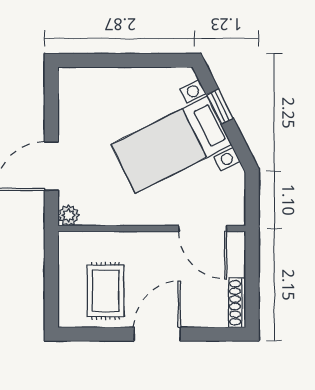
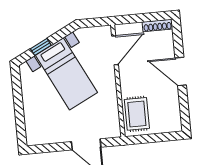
plant: (68, 215) -> (115, 131), removed
rug: (106, 291) -> (137, 114), moved, turned 90

